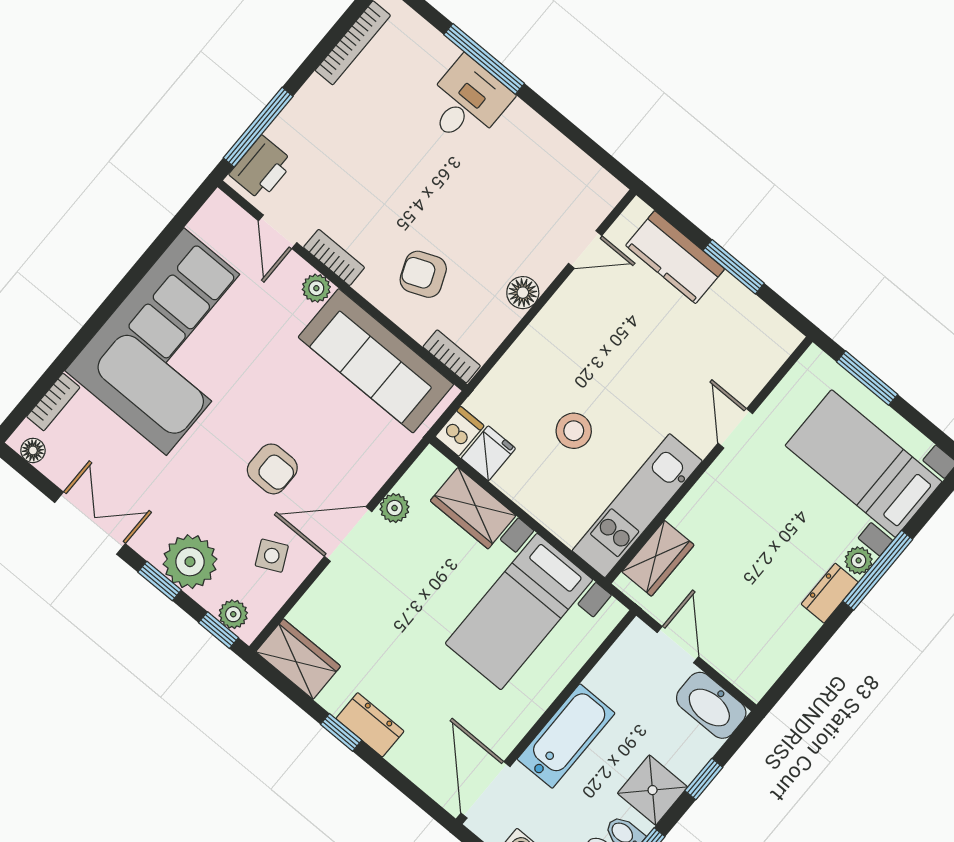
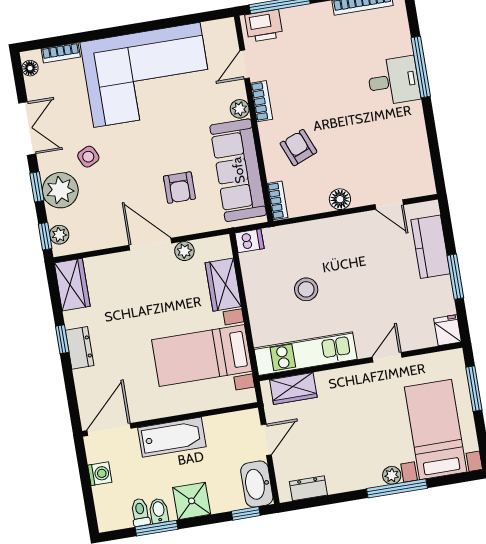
fridge: (488, 453) -> (448, 330), moved, turned -90
armchair: (272, 469) -> (179, 188), moved
side table: (272, 556) -> (88, 157), moved
dresser: (830, 593) -> (308, 488), moved
window: (704, 779) -> (246, 513), moved

